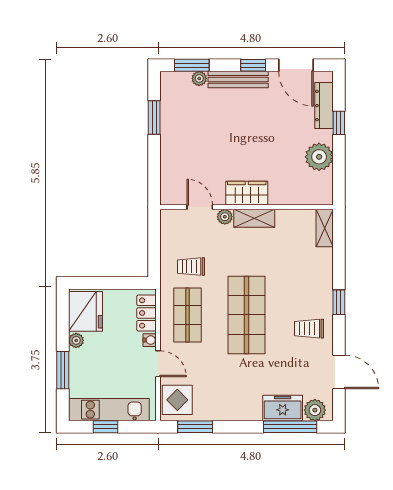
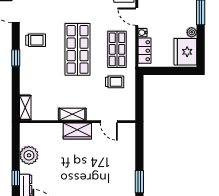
plant: (225, 217) -> (92, 115), removed

